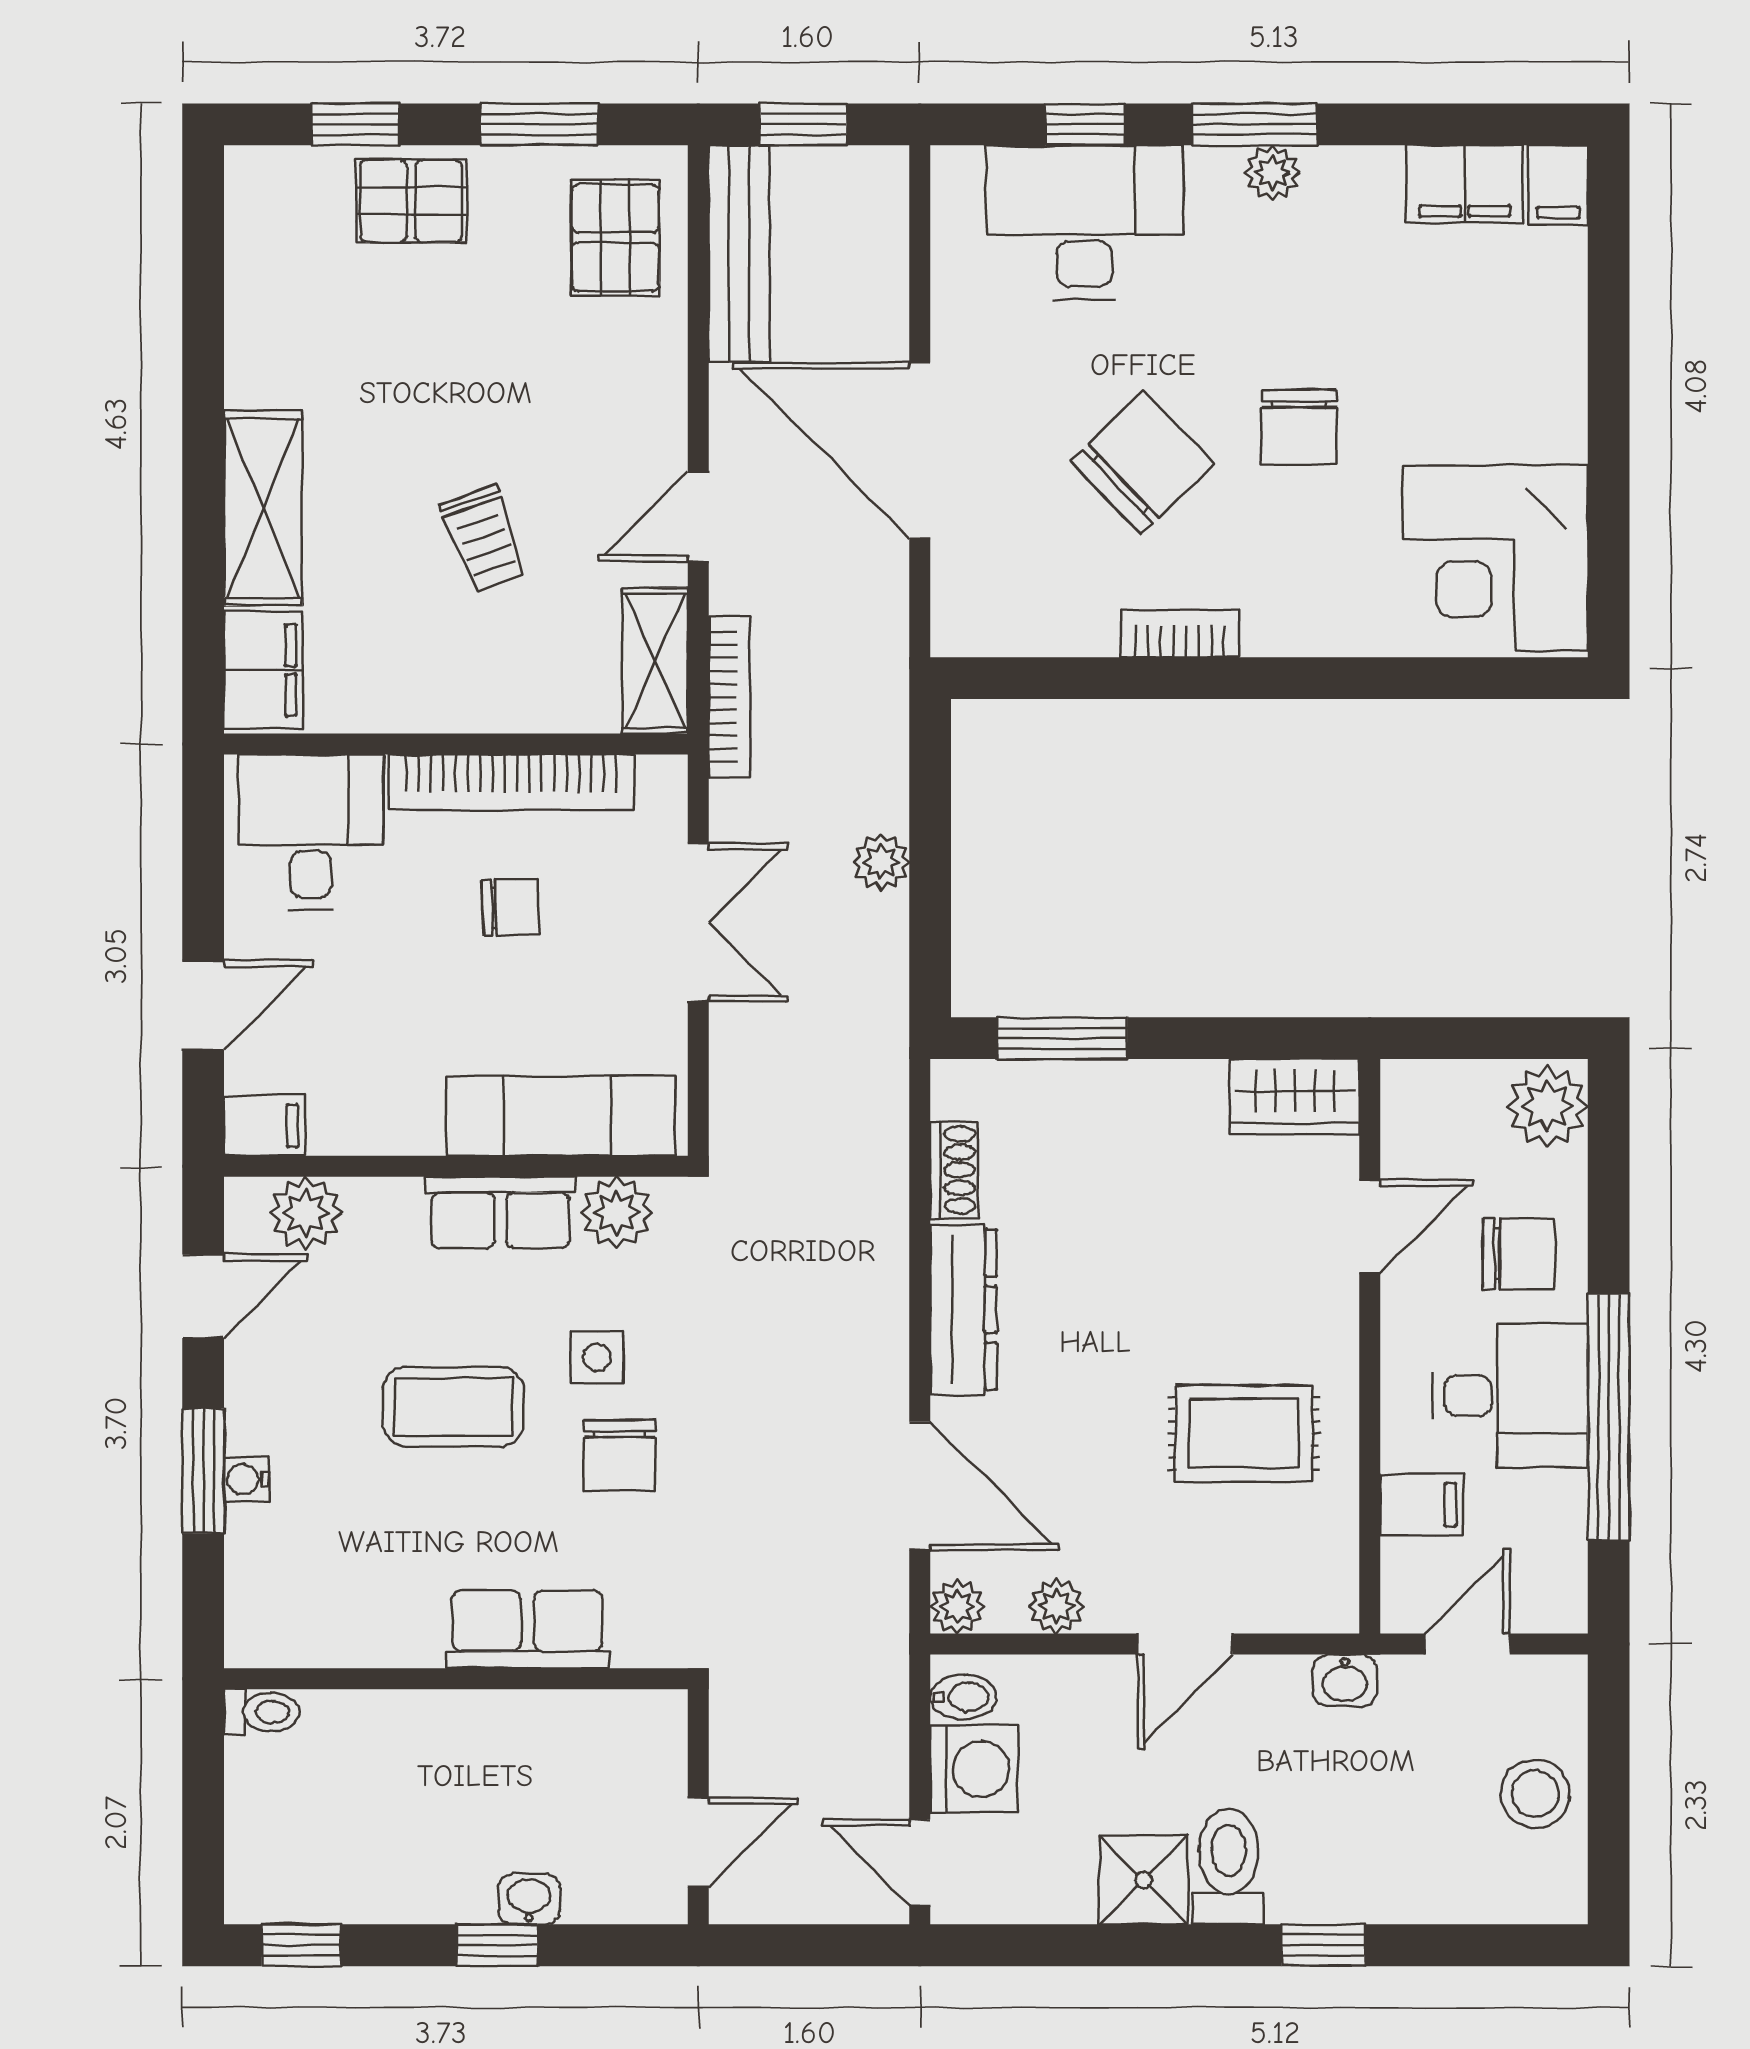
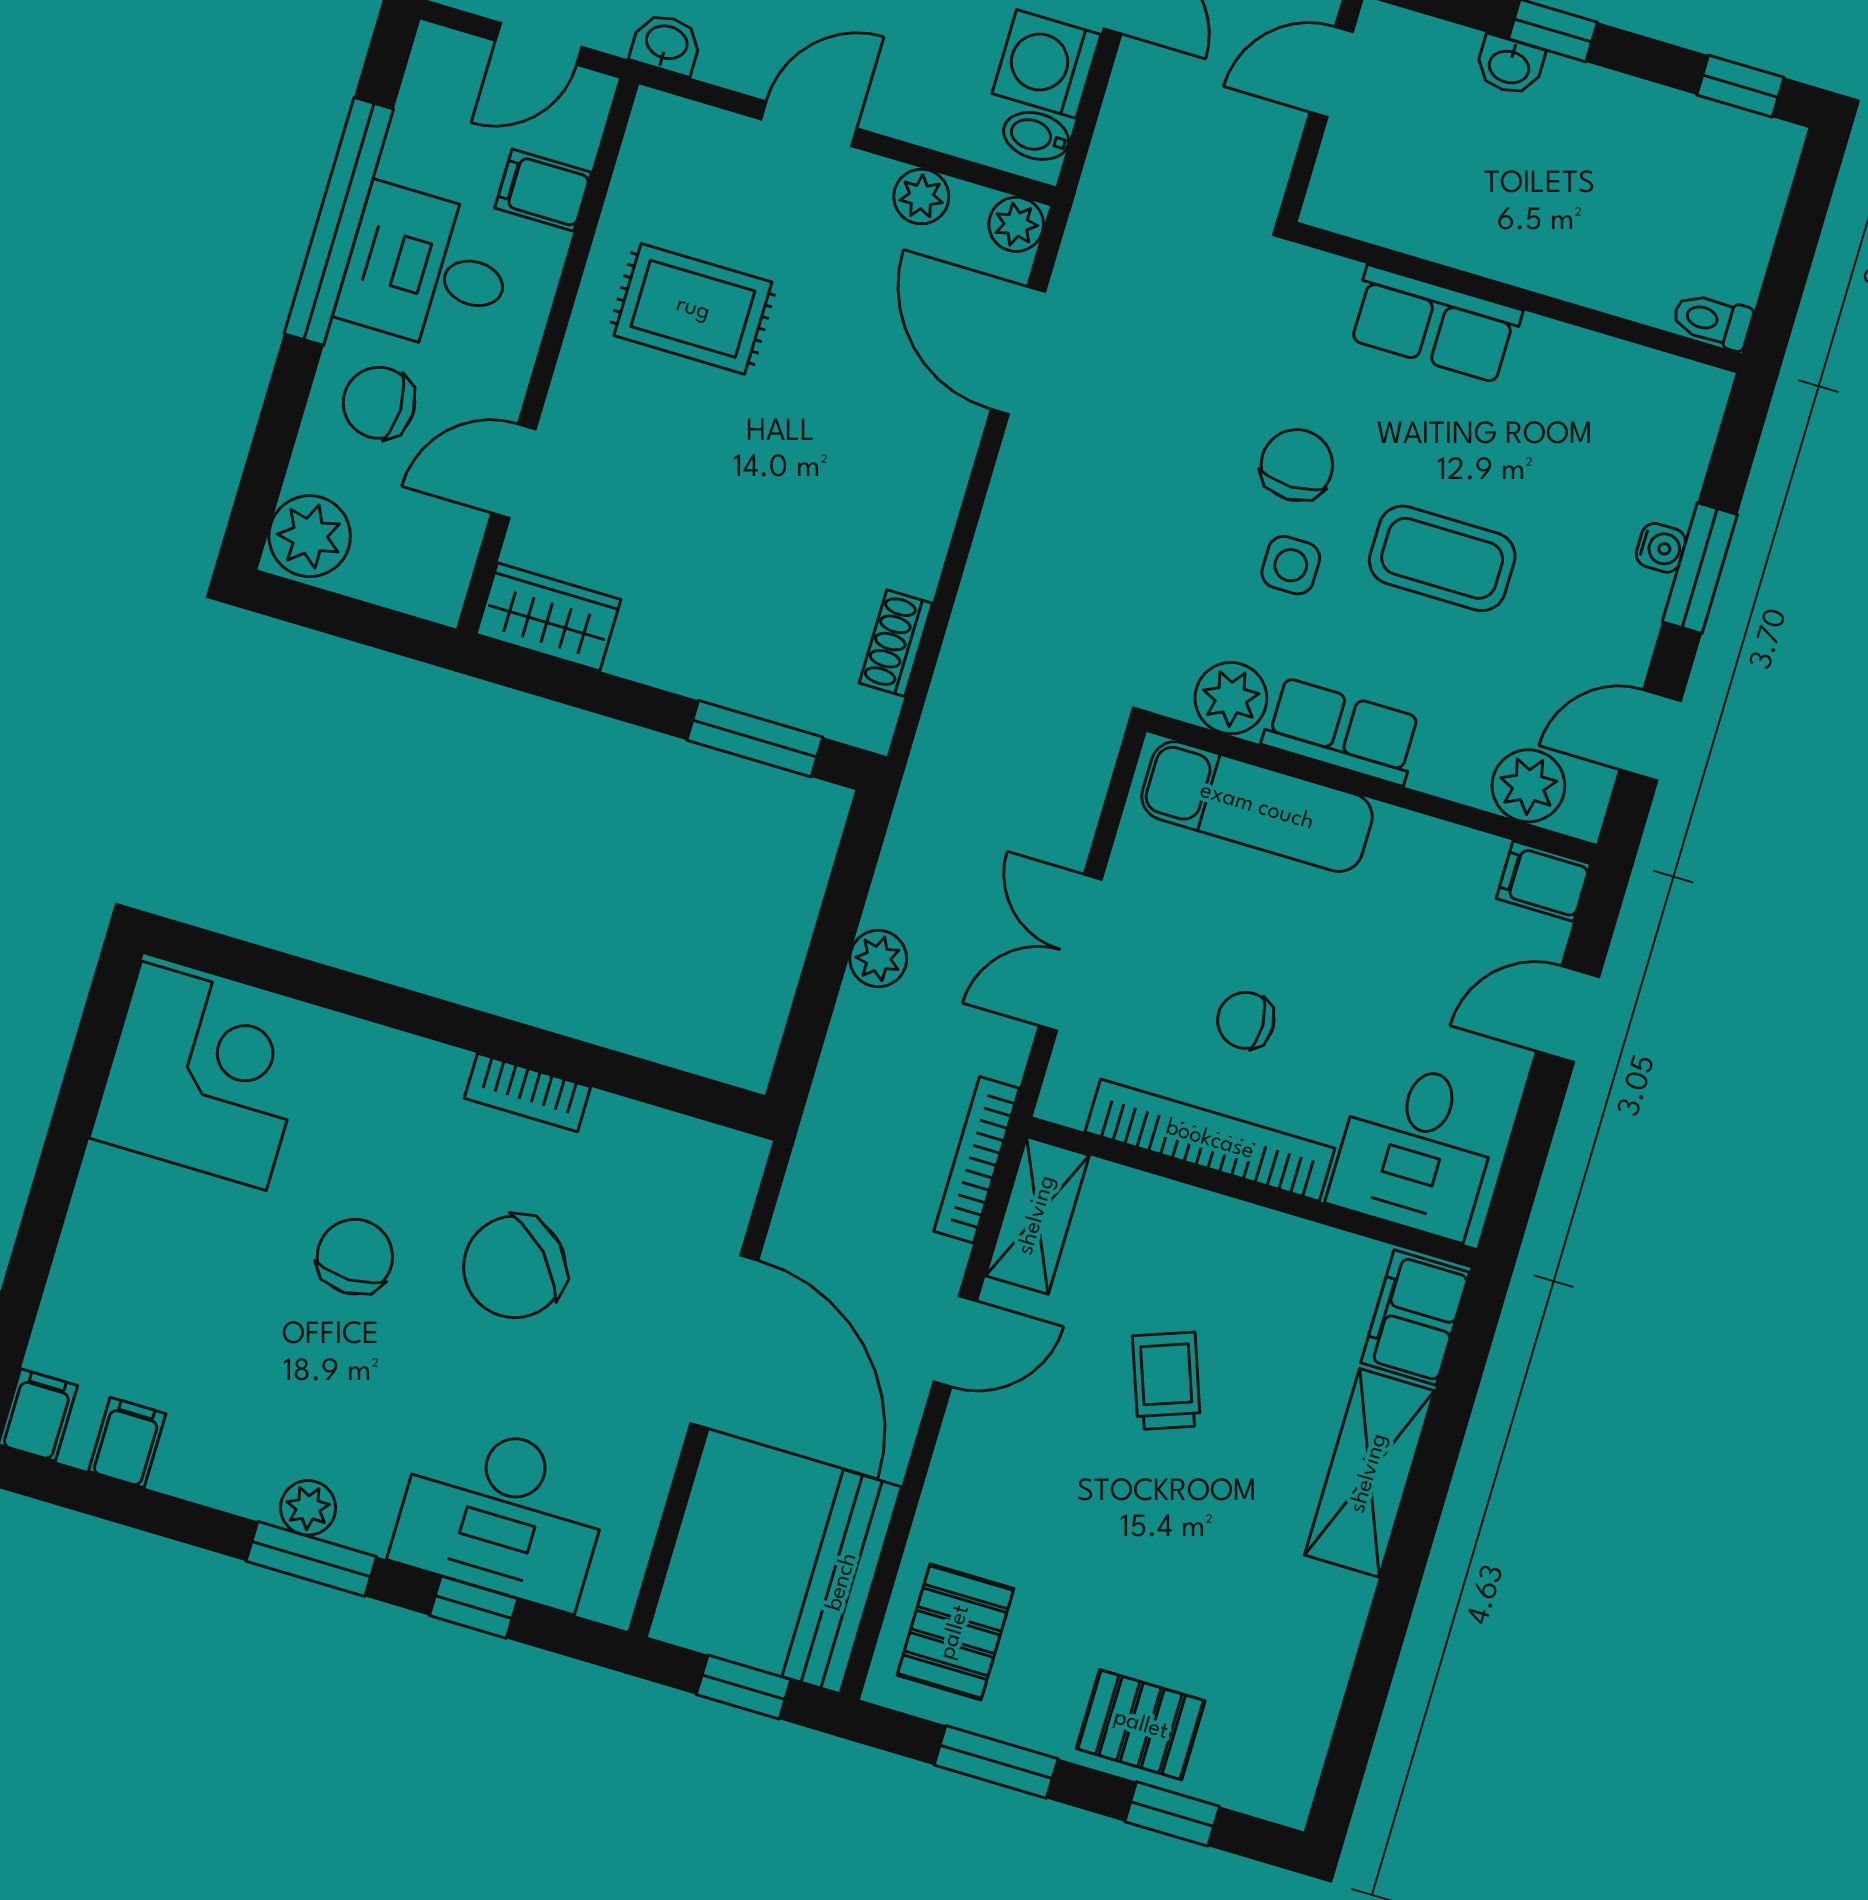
filing cabinet: (1465, 184) -> (127, 1442), width x0.50
dresser: (963, 1309) -> (926, 507), removed

